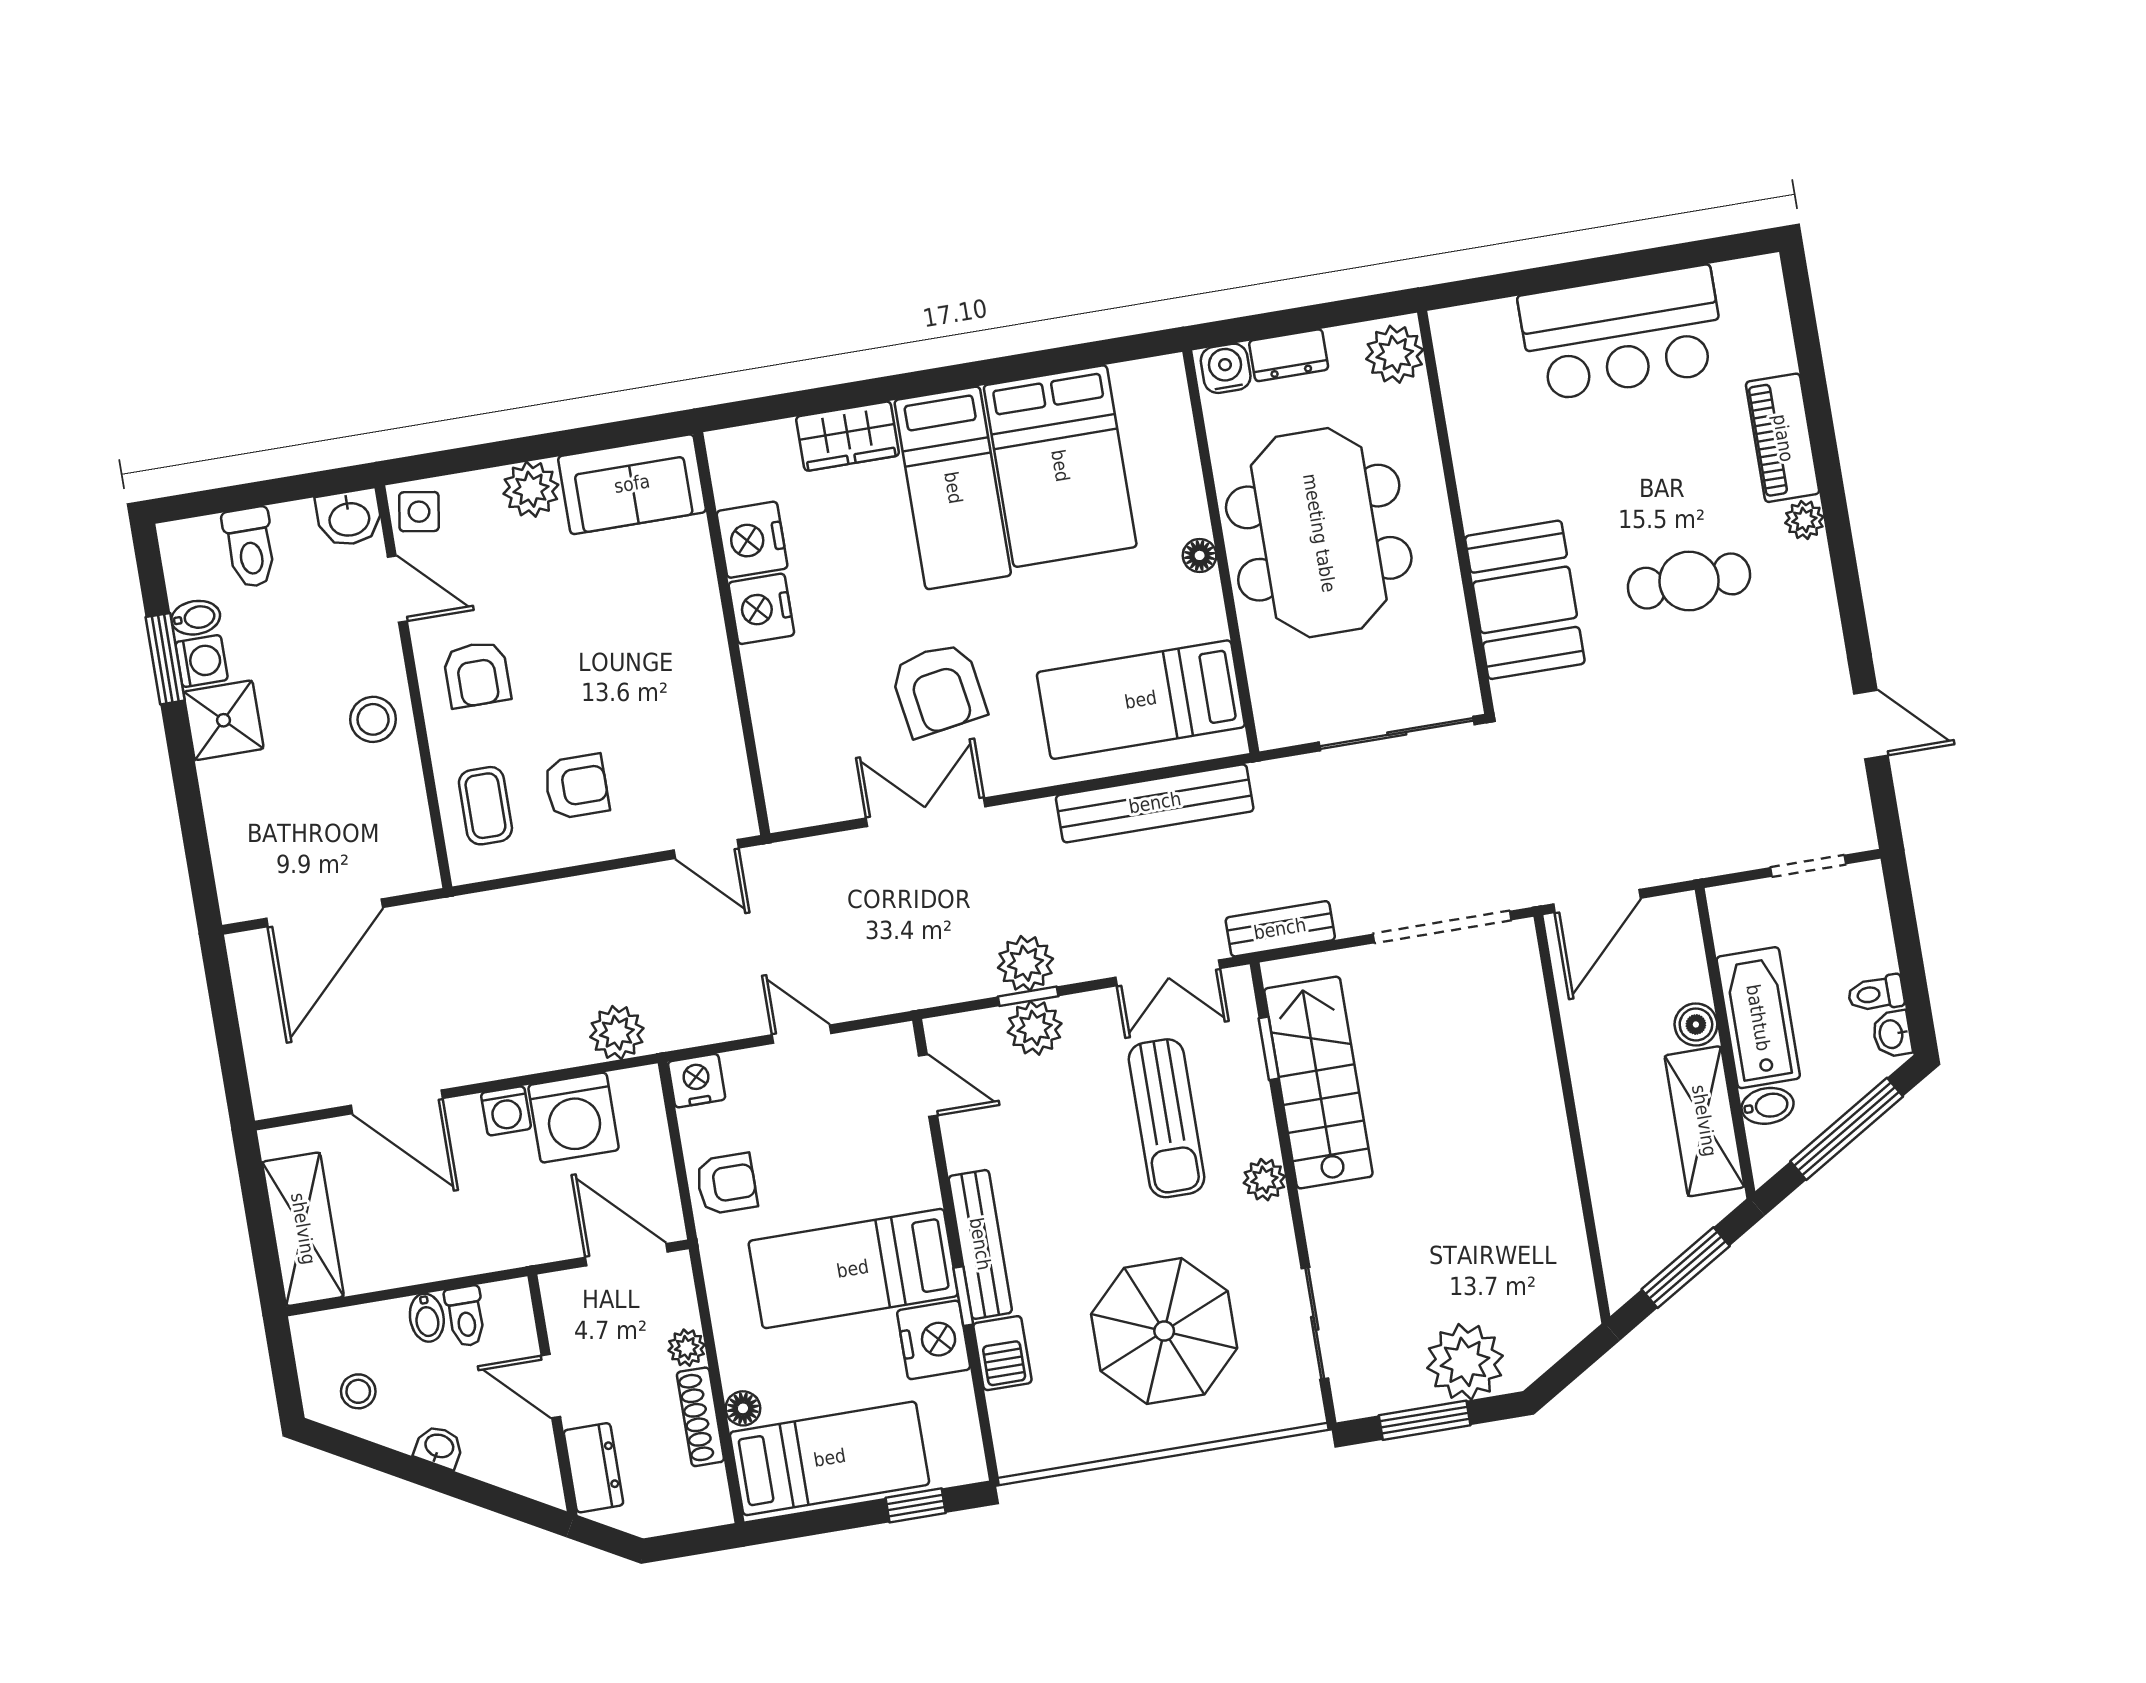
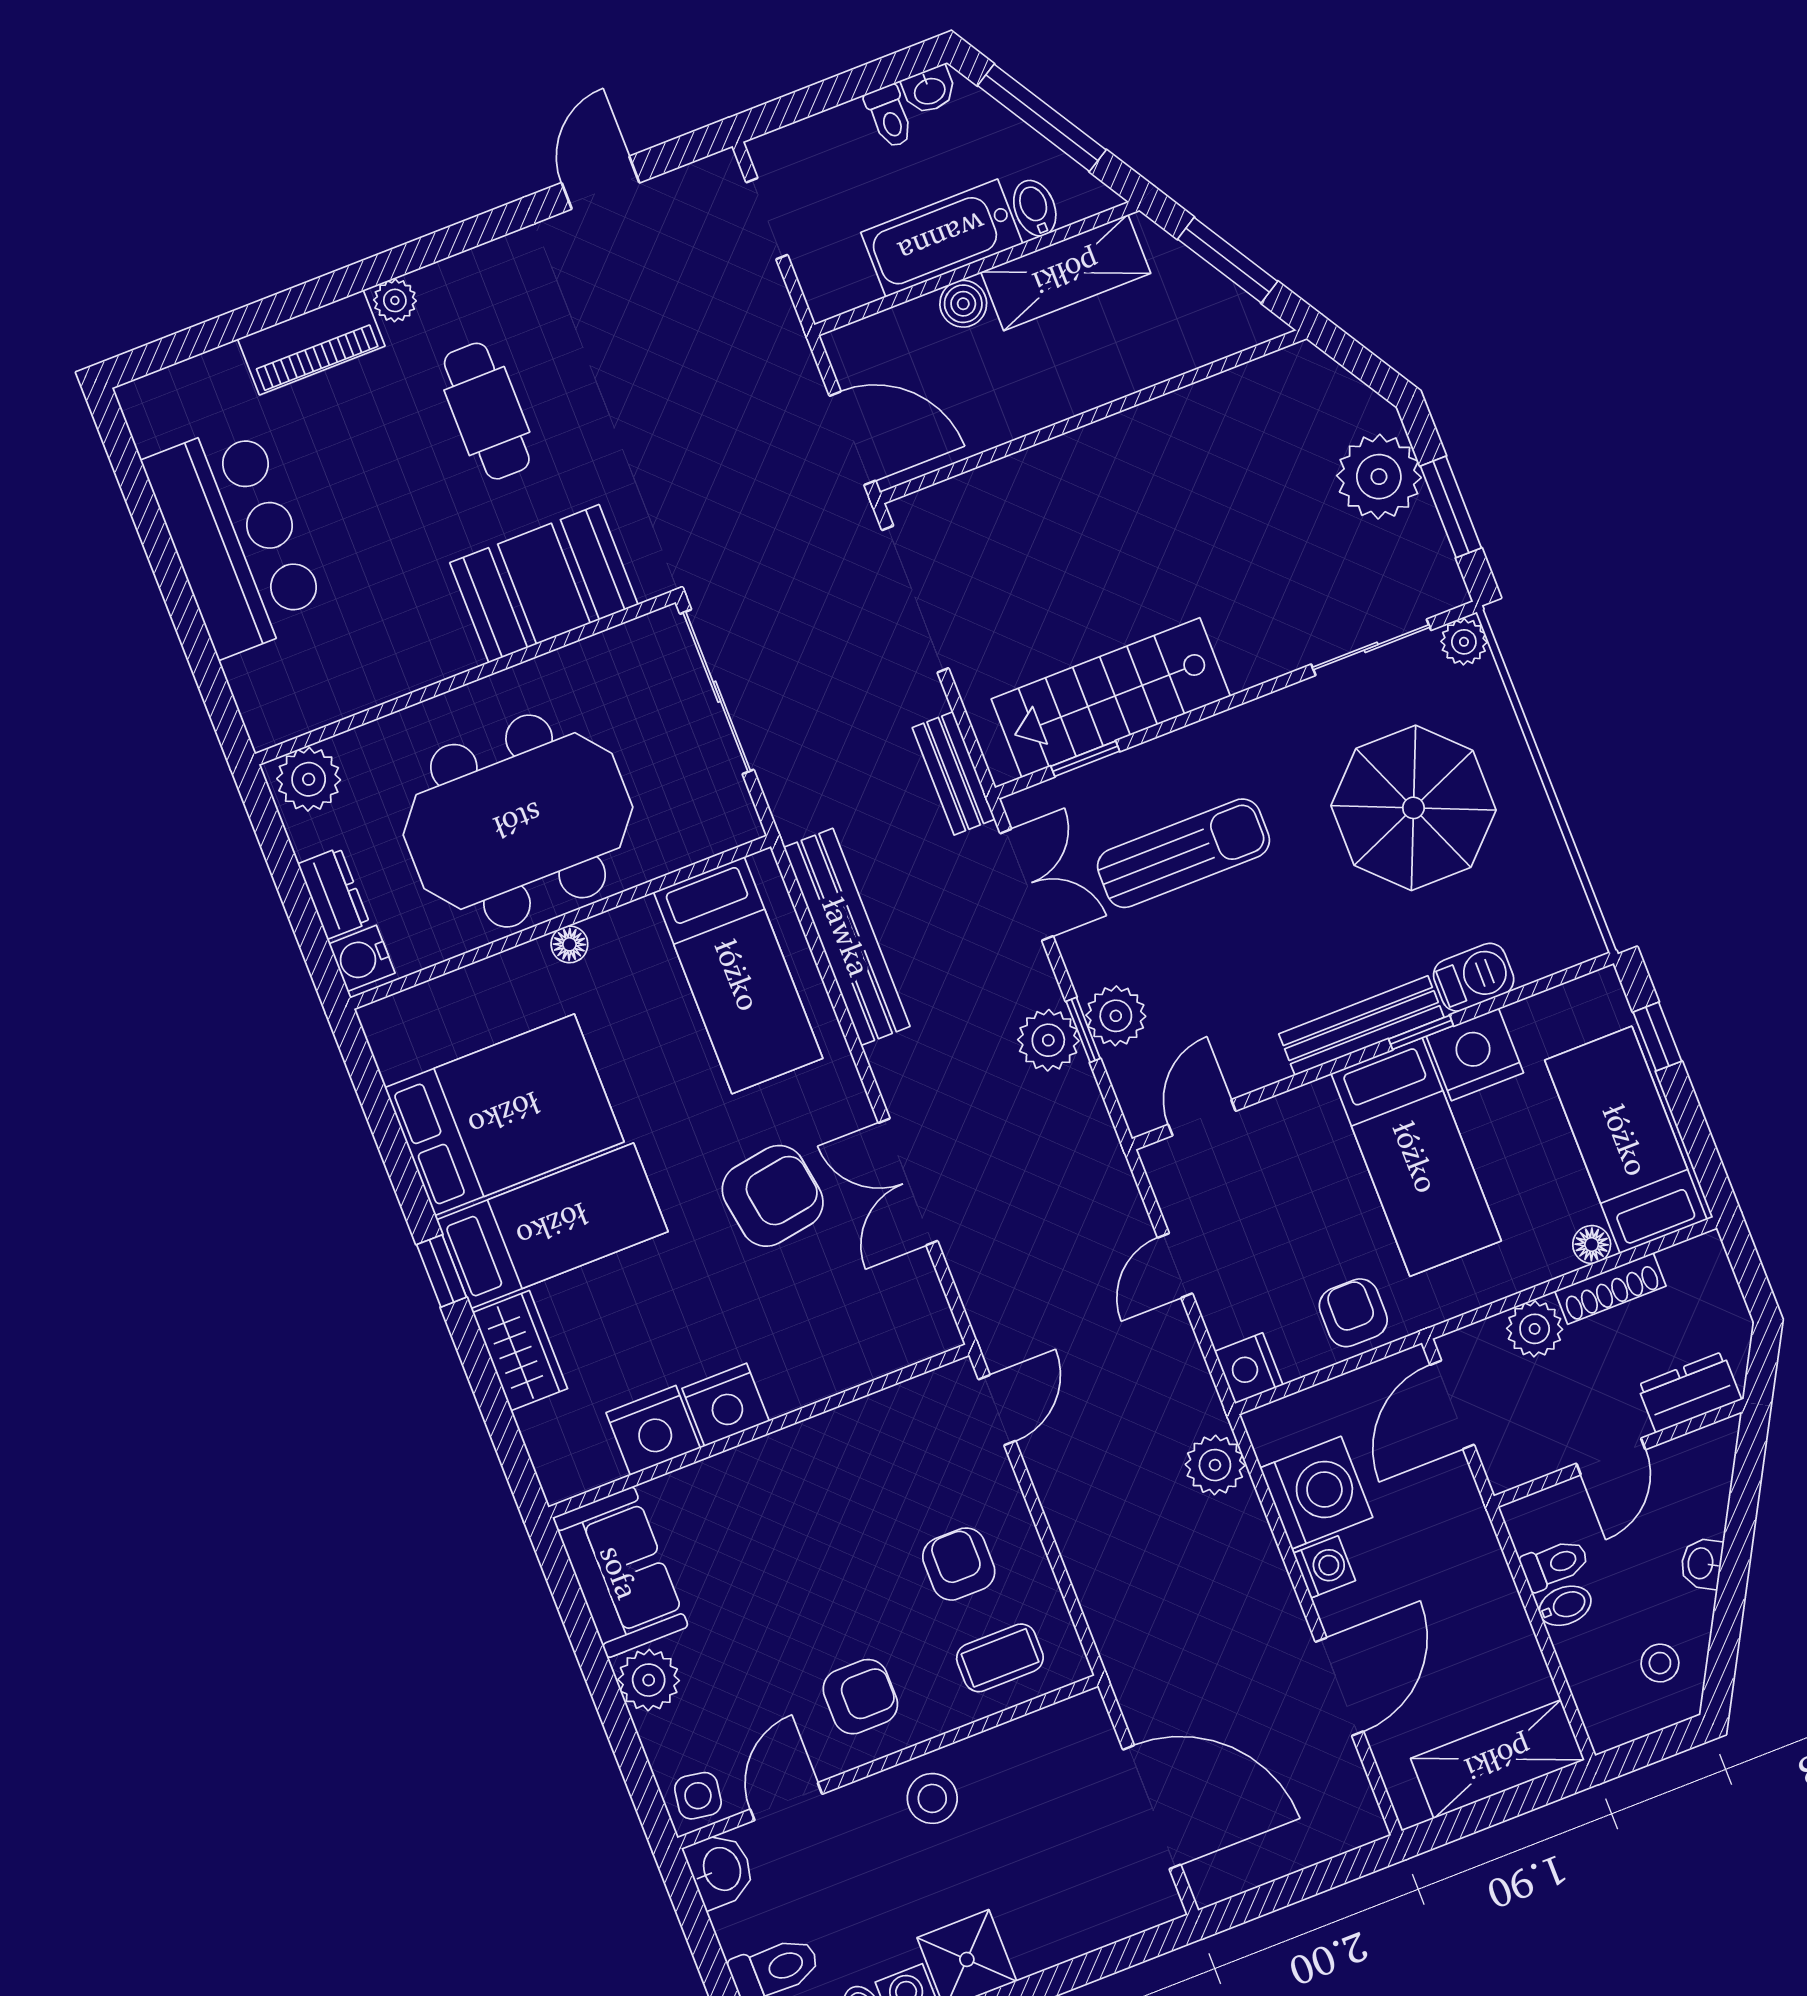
window: (933, 381) -> (441, 1271), added
plant: (1264, 1180) -> (1464, 642), moved
plant: (687, 1348) -> (1535, 1329), width x1.38, depth x1.38

